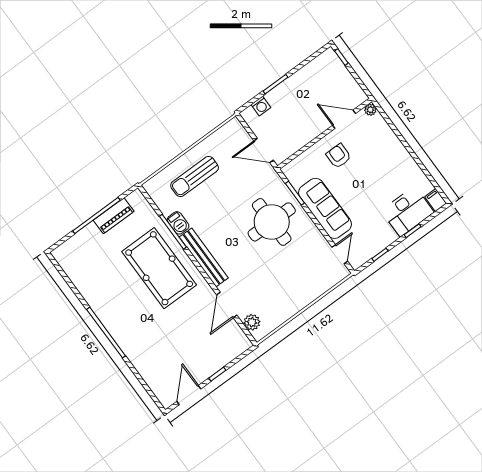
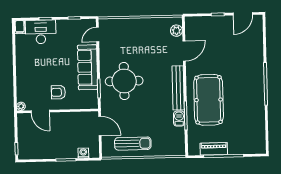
armchair: (339, 156) -> (58, 92), turned 90
sun lounger: (195, 176) -> (133, 144), moved

